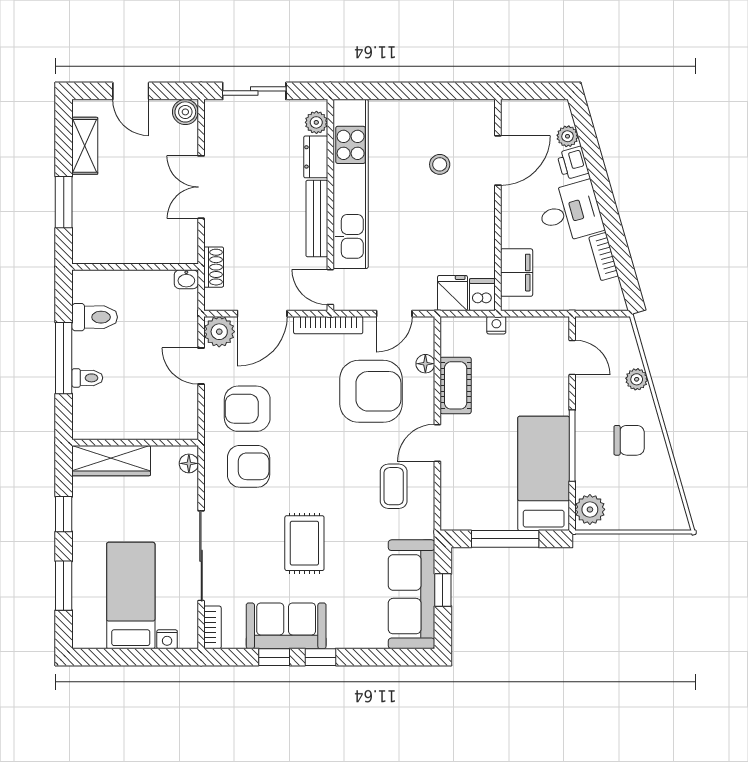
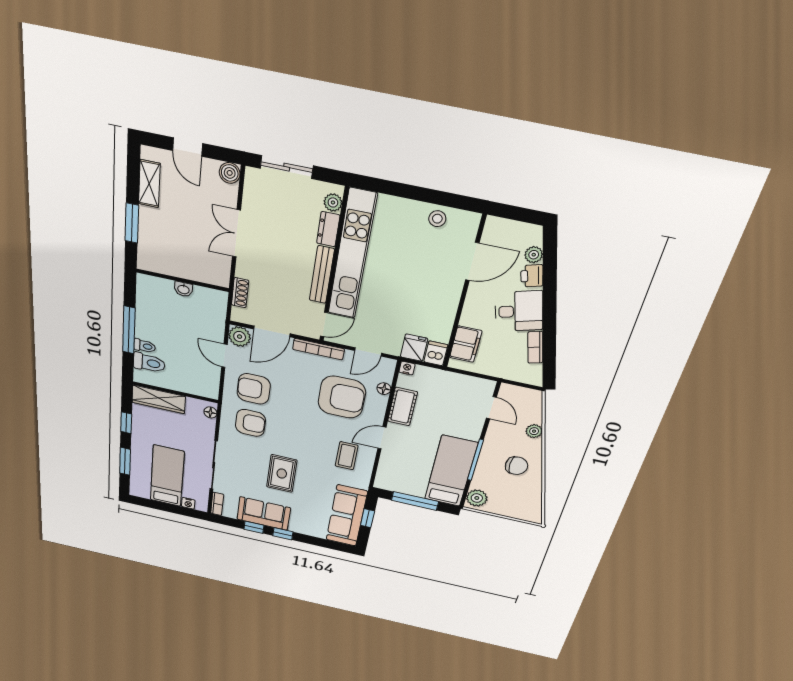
stool: (440, 164) -> (437, 219), moved
washbasin: (186, 279) -> (183, 289), moved
door: (330, 287) -> (324, 324), swing flipped
toilet: (95, 317) -> (149, 363), moved
nightstand: (496, 325) -> (407, 368), moved

